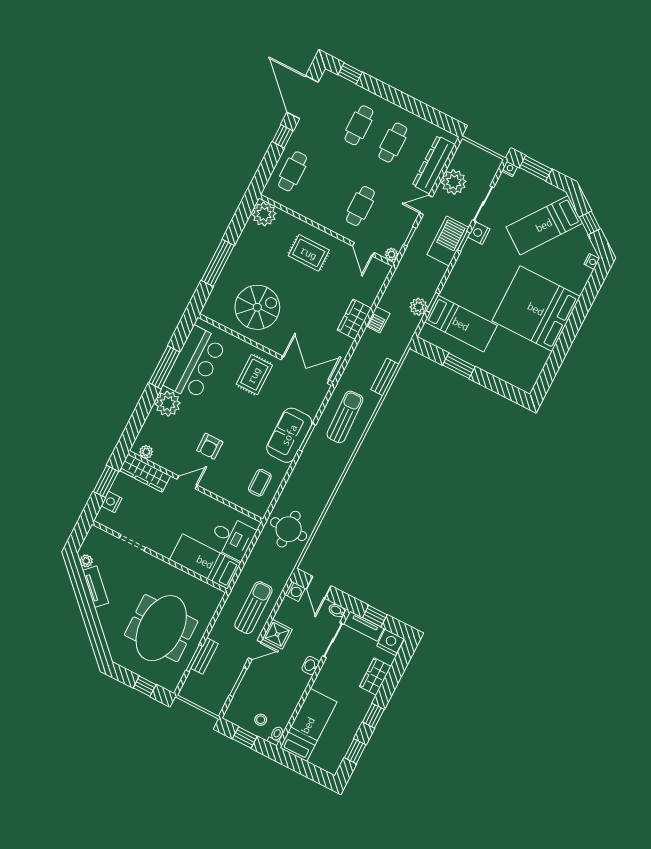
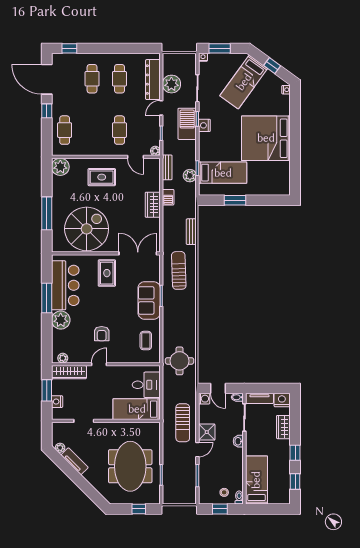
nightstand: (479, 233) -> (204, 125), moved
spiral stairs: (257, 307) -> (87, 229), width x1.37, depth x1.37
sun lounger: (253, 608) -> (183, 423), turned 180
window: (375, 616) -> (263, 388), removed
bench: (205, 656) -> (167, 167), moved

